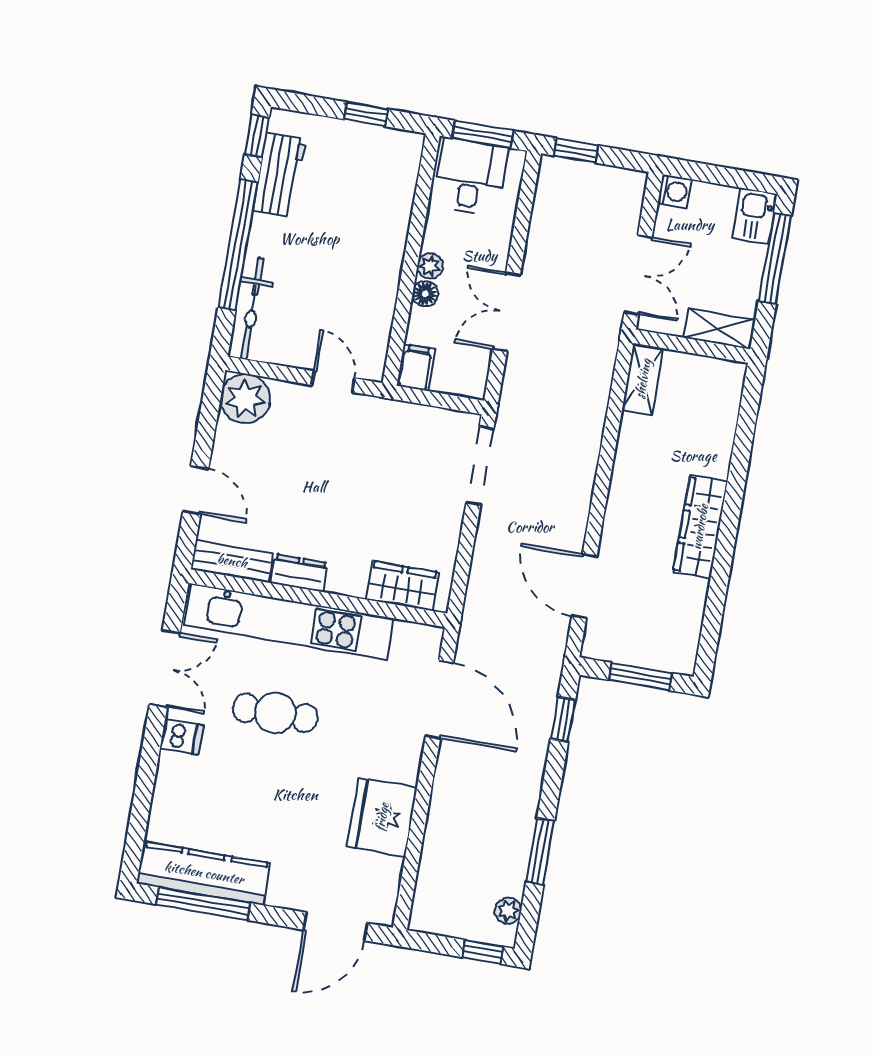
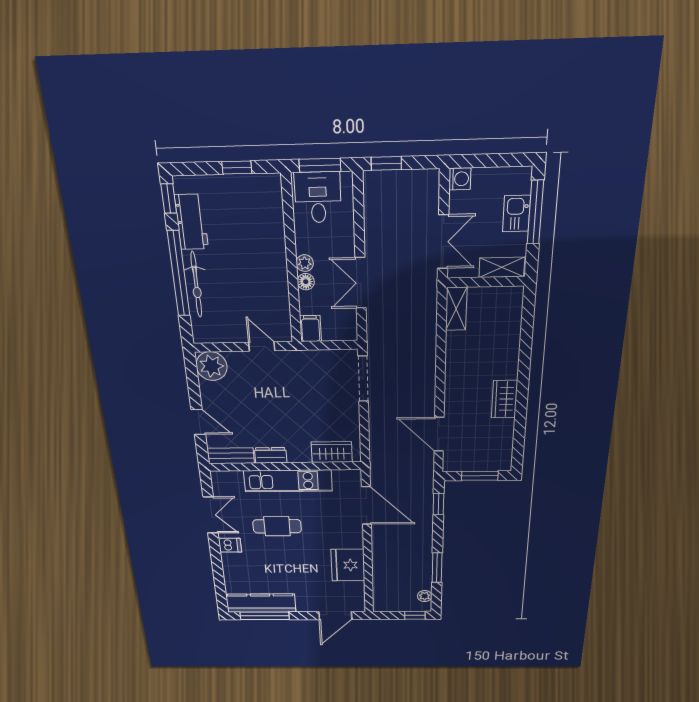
kitchen sink: (755, 216) -> (516, 214), moved
bicycle: (252, 309) -> (196, 285), moved
wardrobe: (700, 527) -> (504, 399), width x0.67
kitchen unit: (289, 622) -> (288, 481), width x0.73

